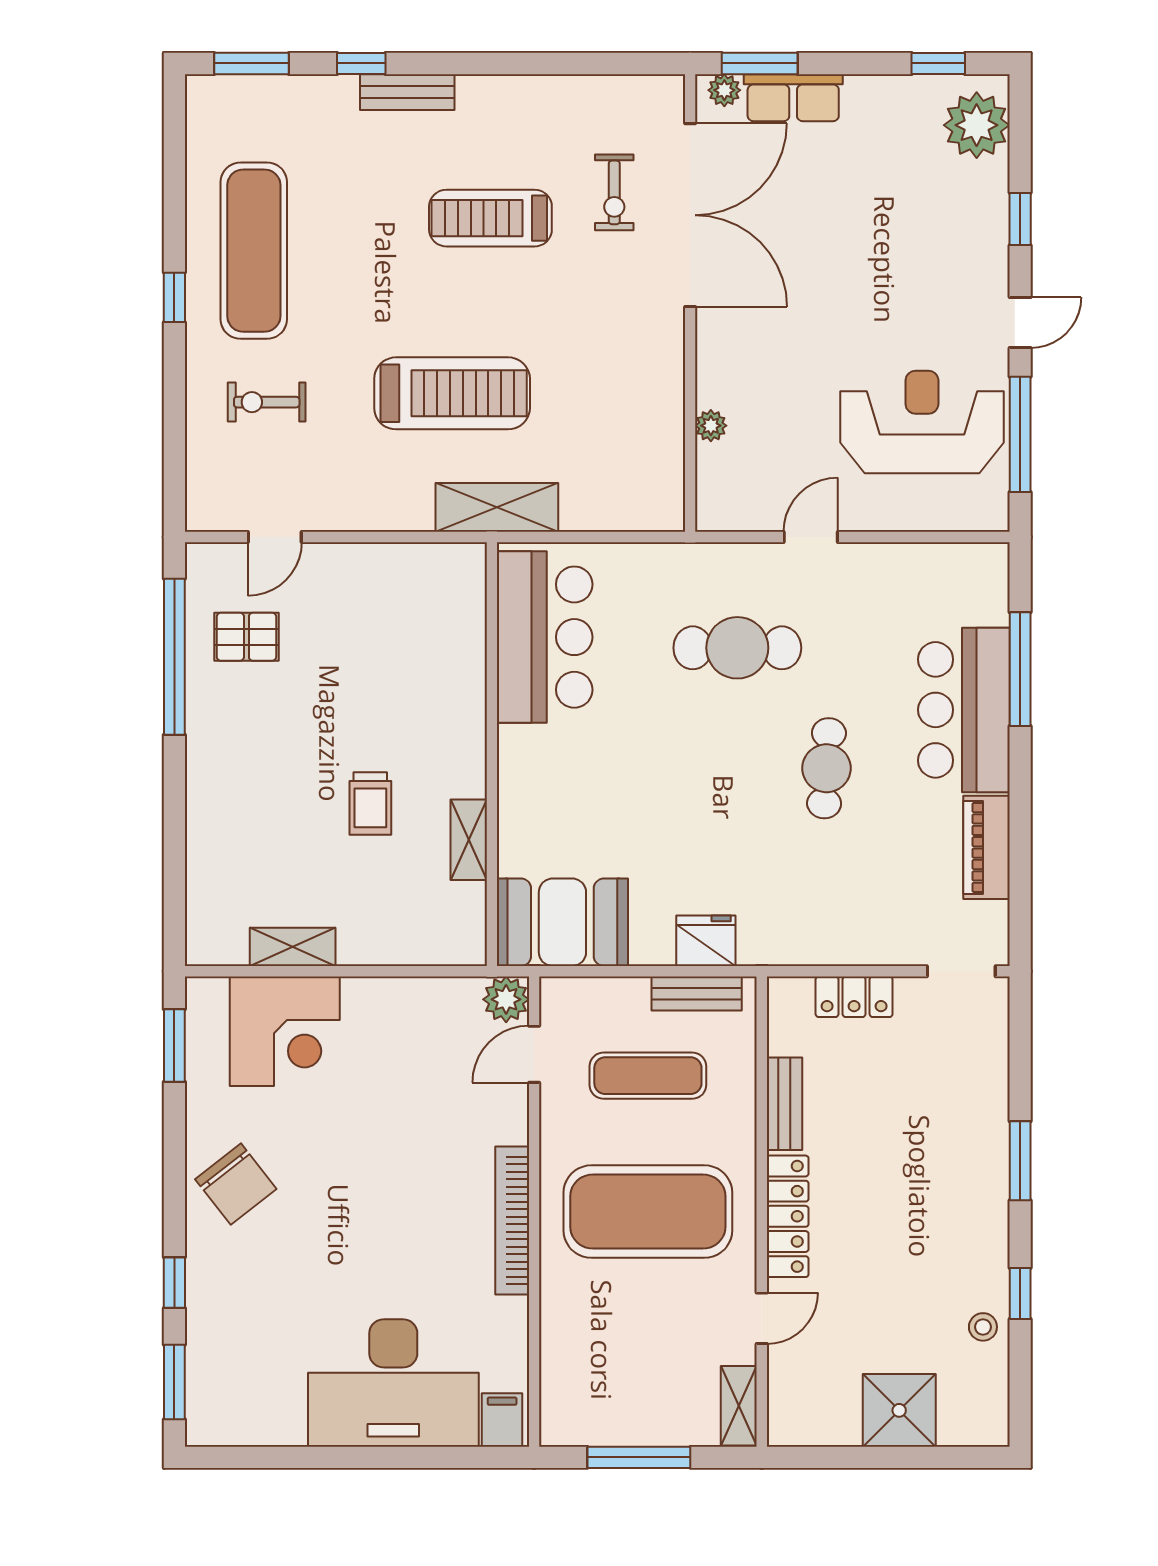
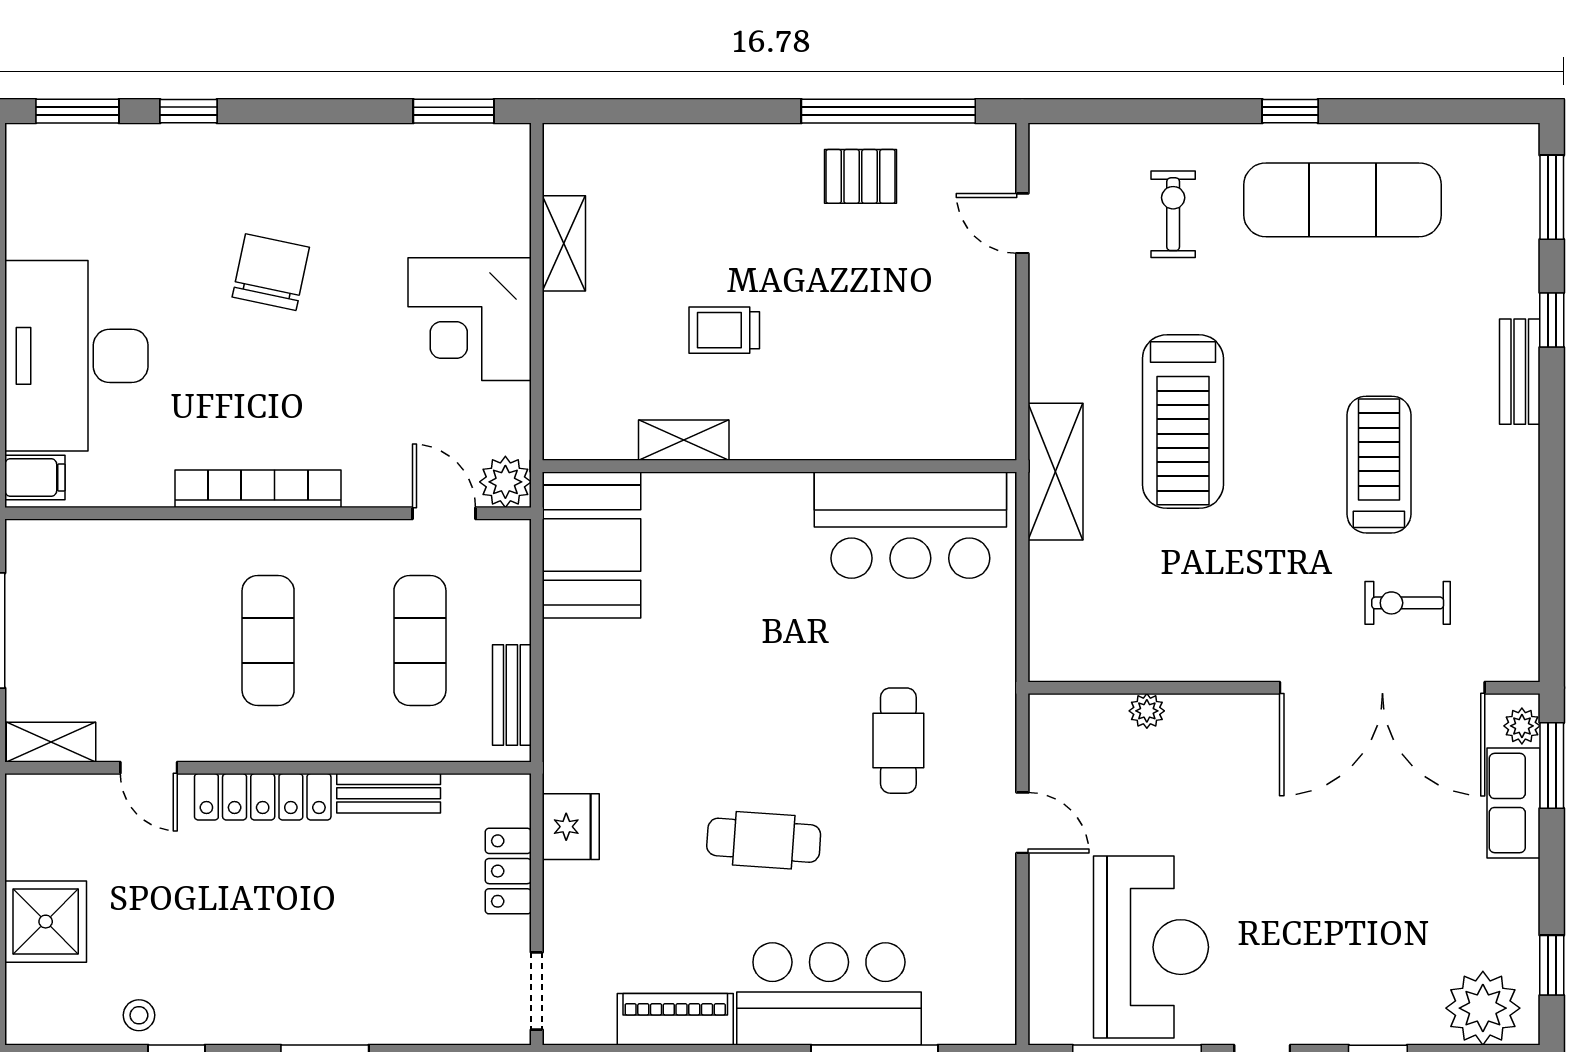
pallet: (246, 637) -> (861, 176), moved, turned 90
cafe table: (737, 648) -> (898, 741), width x0.73, depth x0.74
fridge: (706, 941) -> (571, 827), moved
corner desk: (285, 1031) -> (470, 319), moved
chair: (236, 1184) -> (271, 272), moved, turned 140
exercise mat: (648, 1212) -> (268, 641), width x0.50, depth x0.69

